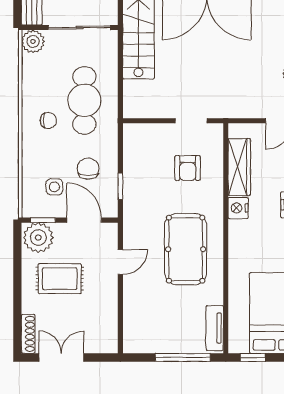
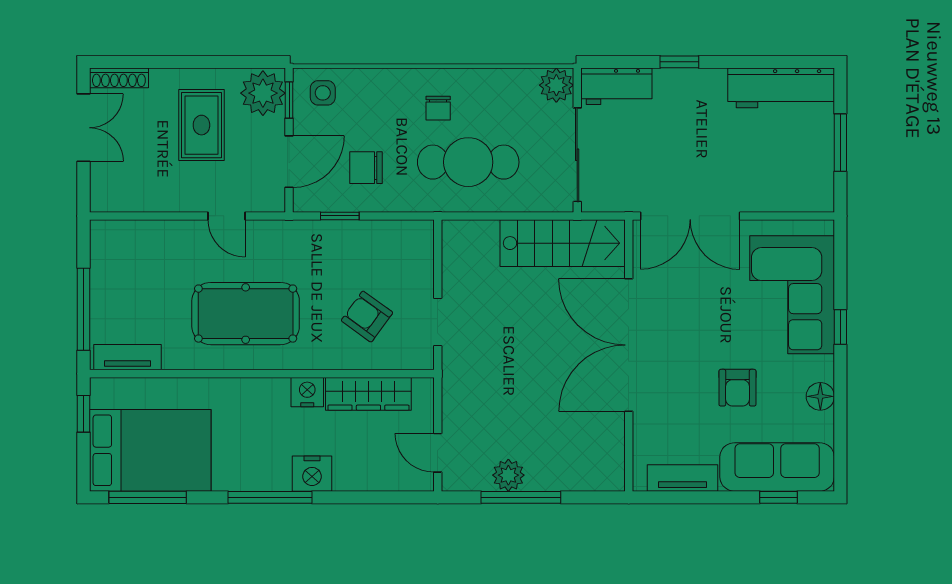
armchair: (188, 168) -> (367, 317), turned 36
chair: (88, 169) -> (366, 168), turned 180
side table: (54, 187) -> (323, 93), moved

